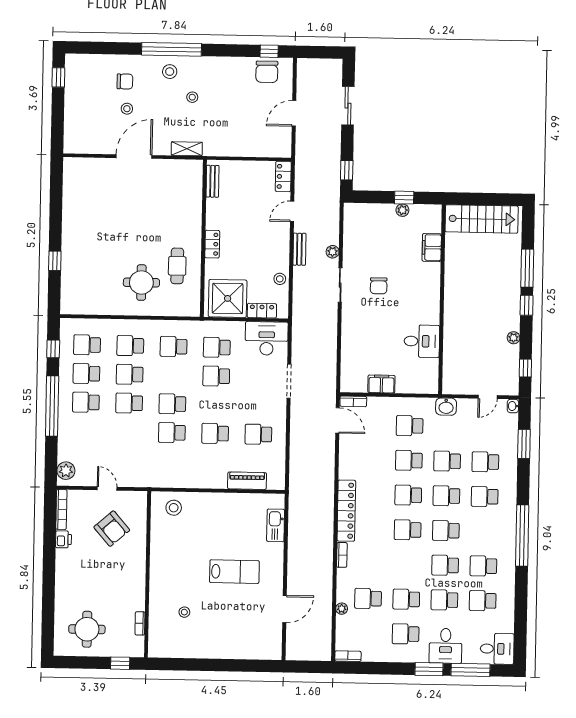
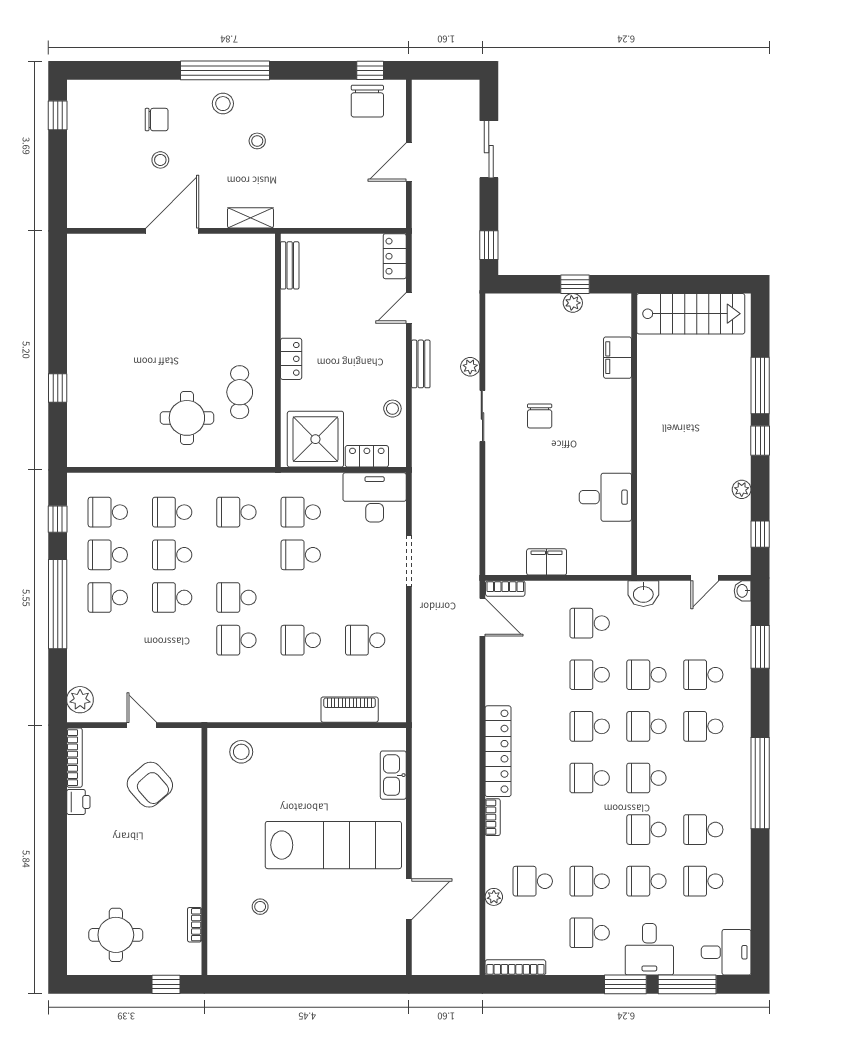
lab bench: (234, 572) -> (333, 845), width x1.86, depth x1.39
bookcase: (348, 656) -> (515, 967), width x1.56

